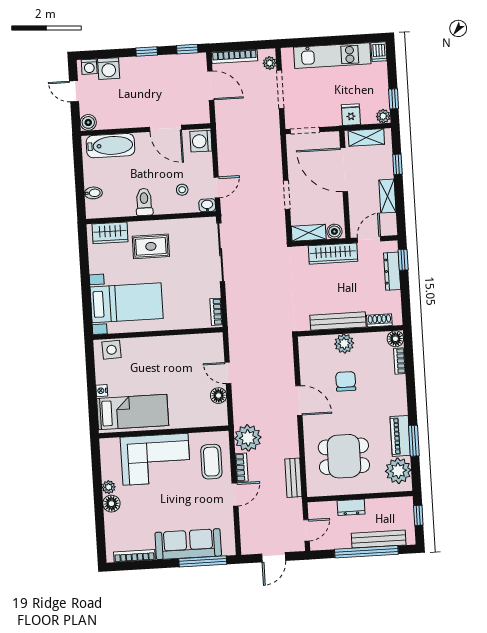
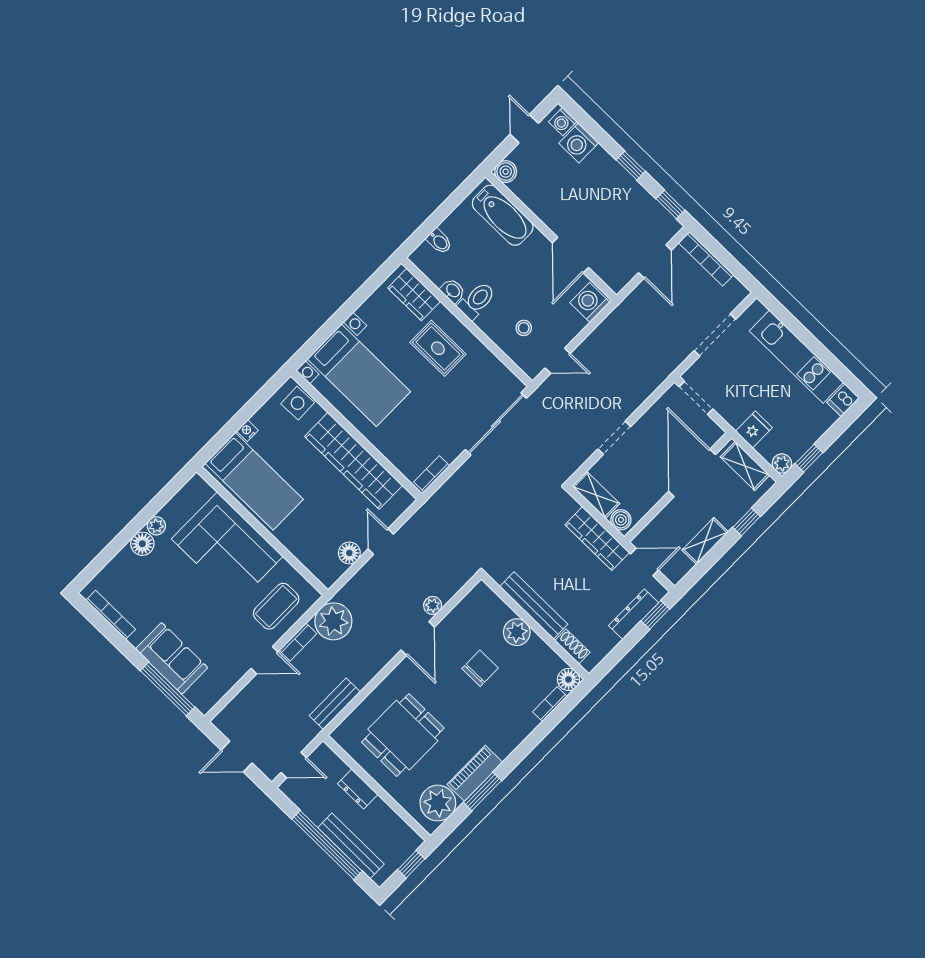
plant: (270, 63) -> (433, 605), moved
washbasin: (207, 205) -> (453, 291), moved
wardrobe: (171, 348) -> (354, 461), added
dining table: (344, 456) -> (403, 735), turned 90
sofa: (188, 544) -> (172, 658), width x0.73

